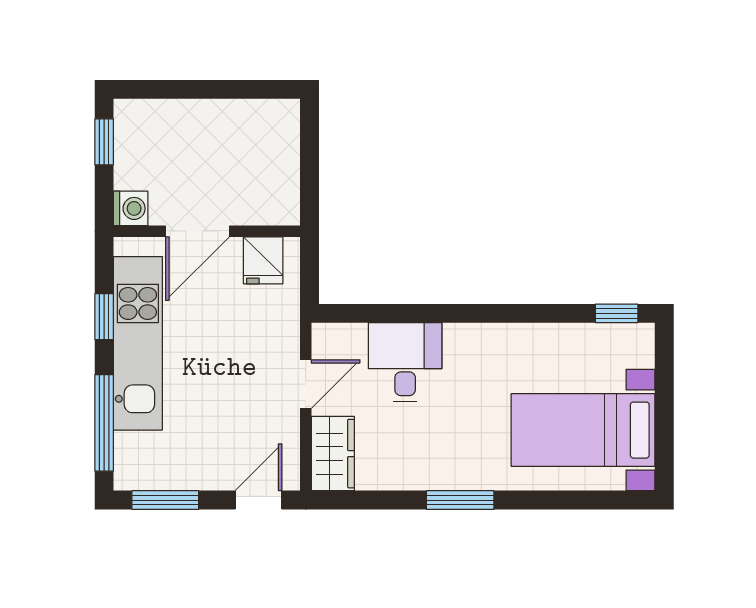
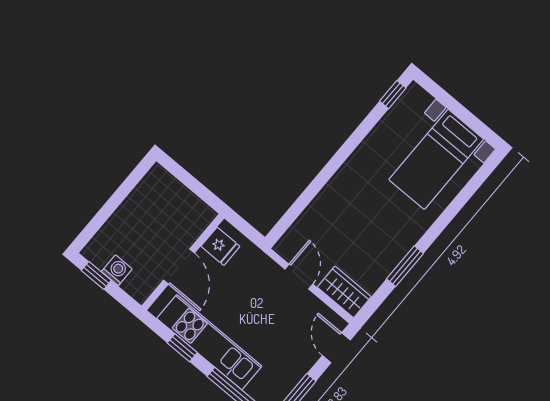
washing machine: (131, 208) -> (117, 270), moved
desk: (405, 362) -> (329, 219), removed
window: (460, 500) -> (405, 266), moved

